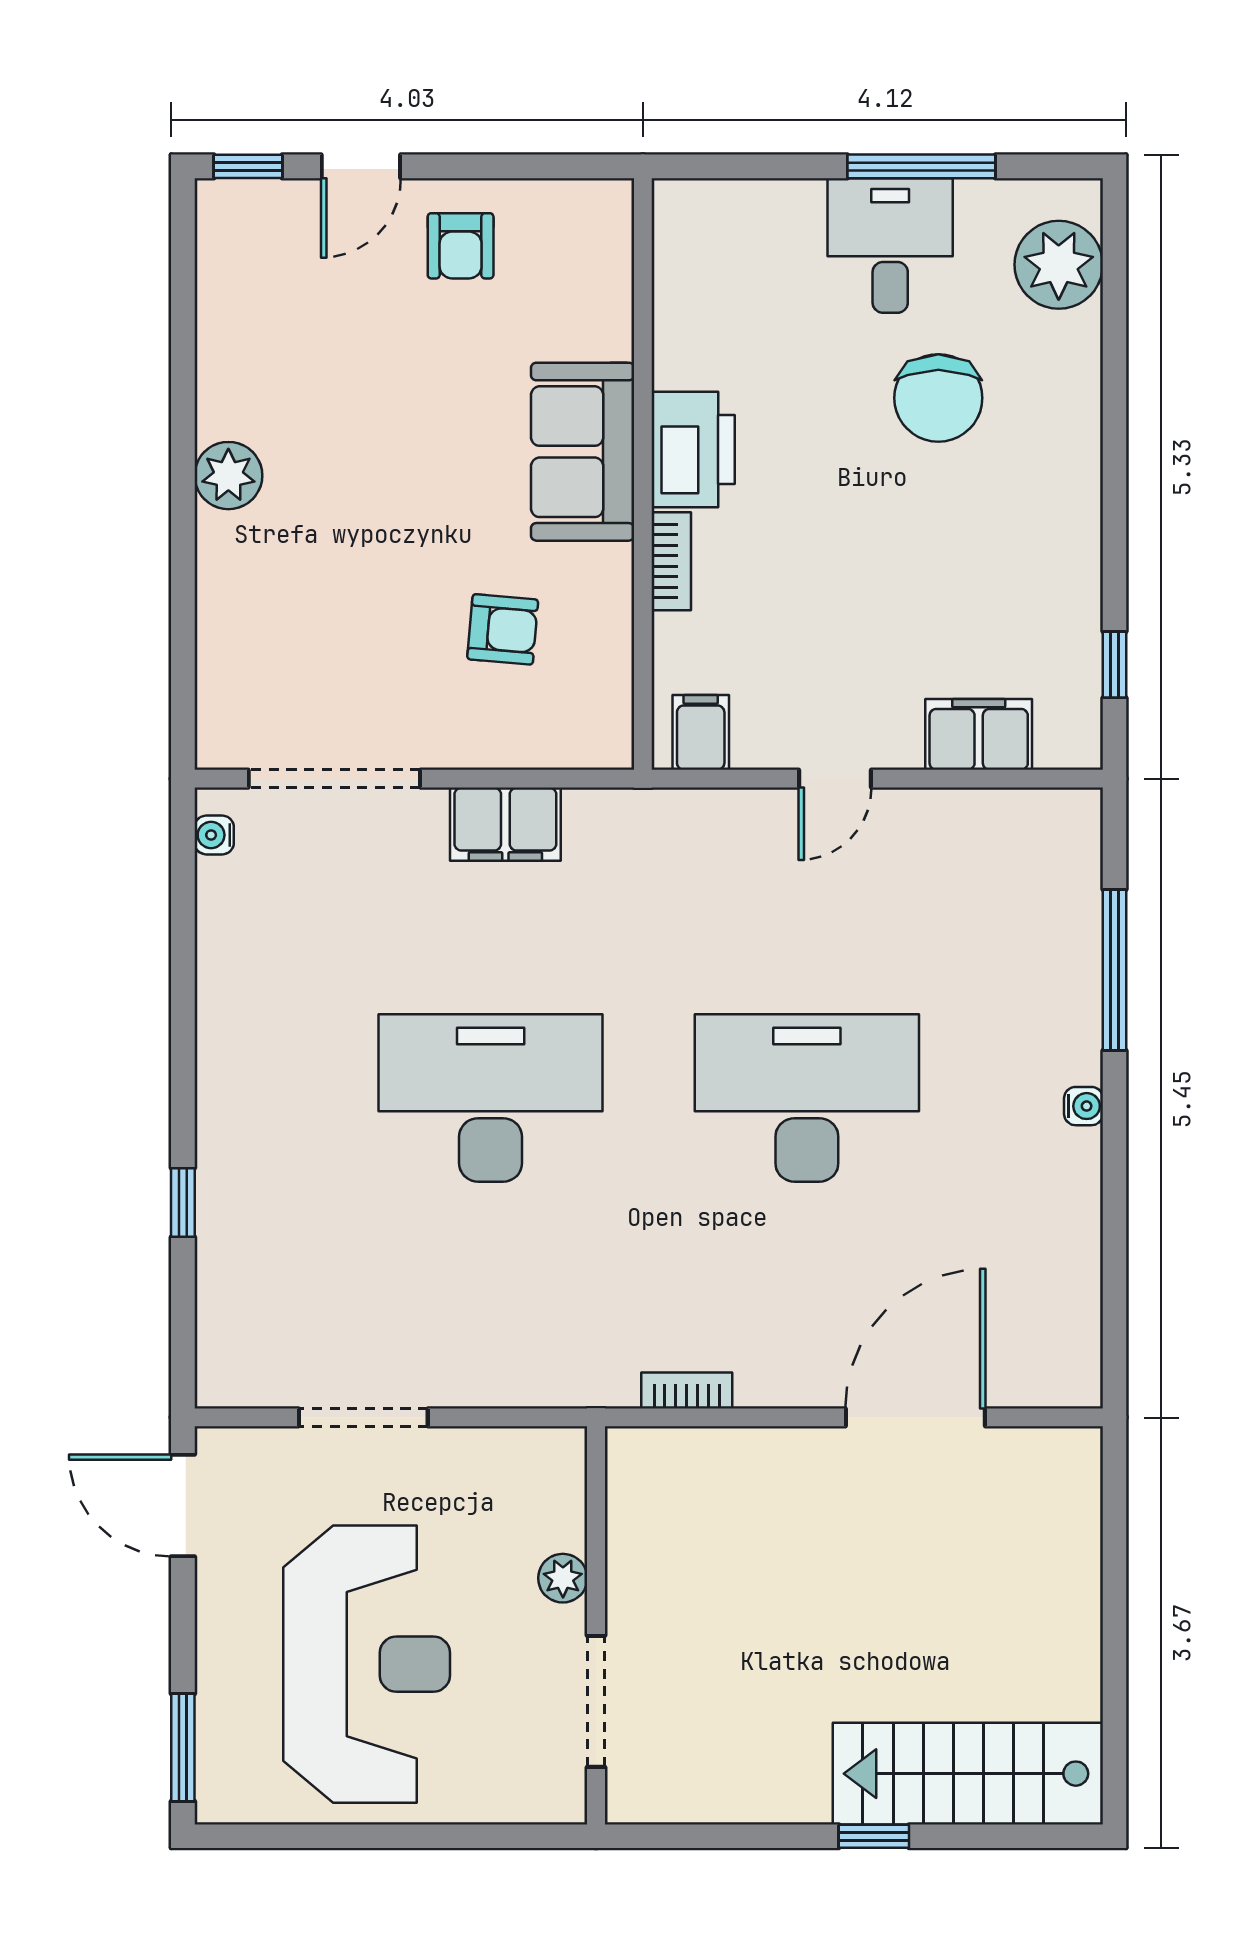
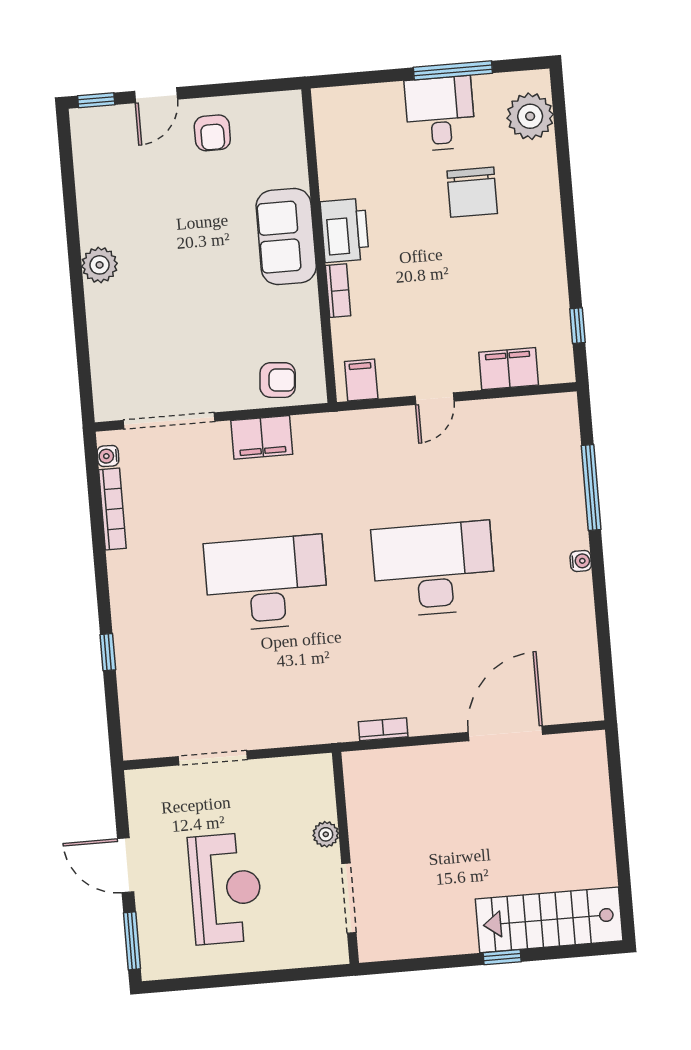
armchair: (503, 629) -> (278, 380), moved
bookcase: (214, 935) -> (112, 509), added
door: (183, 1506) -> (126, 865), moved
reception desk: (367, 1664) -> (226, 889), width x0.74, depth x0.77

